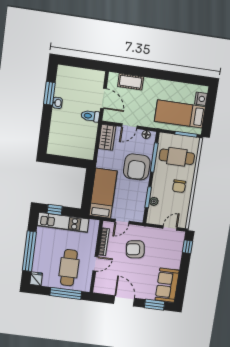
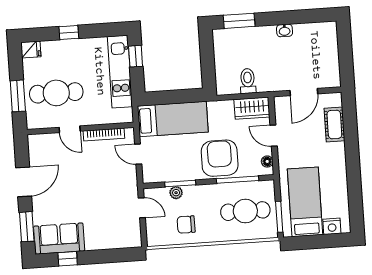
window: (49, 93) -> (239, 21), moved
toilet: (90, 116) -> (248, 81), moved
cafe table: (177, 157) -> (245, 211), turned 90
armchair: (137, 167) -> (220, 158), turned 90
chair: (179, 186) -> (186, 225), moved
door: (170, 228) -> (142, 208), moved
window: (188, 247) -> (68, 259), moved
armchair: (135, 249) -> (102, 181), removed
window: (29, 251) -> (69, 32), width x0.32
window: (66, 293) -> (18, 96), width x0.69

